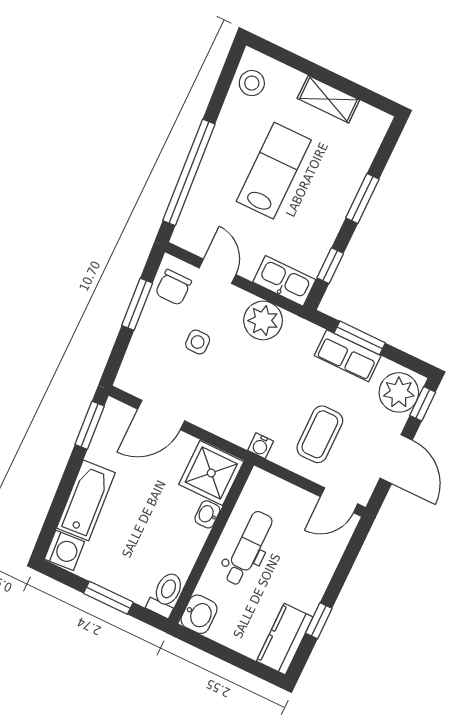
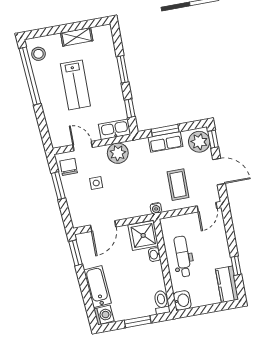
lab bench: (274, 171) -> (75, 85), turned 180
window: (189, 172) -> (30, 76), moved
chair: (173, 287) -> (69, 167), turned 180

